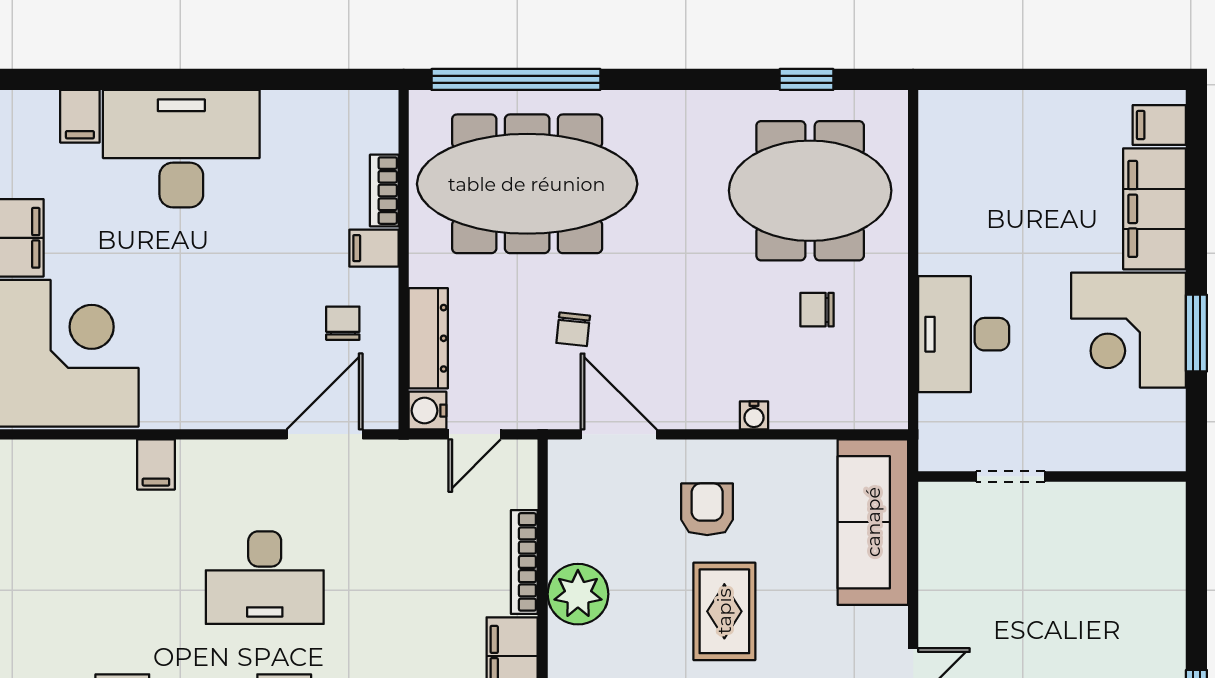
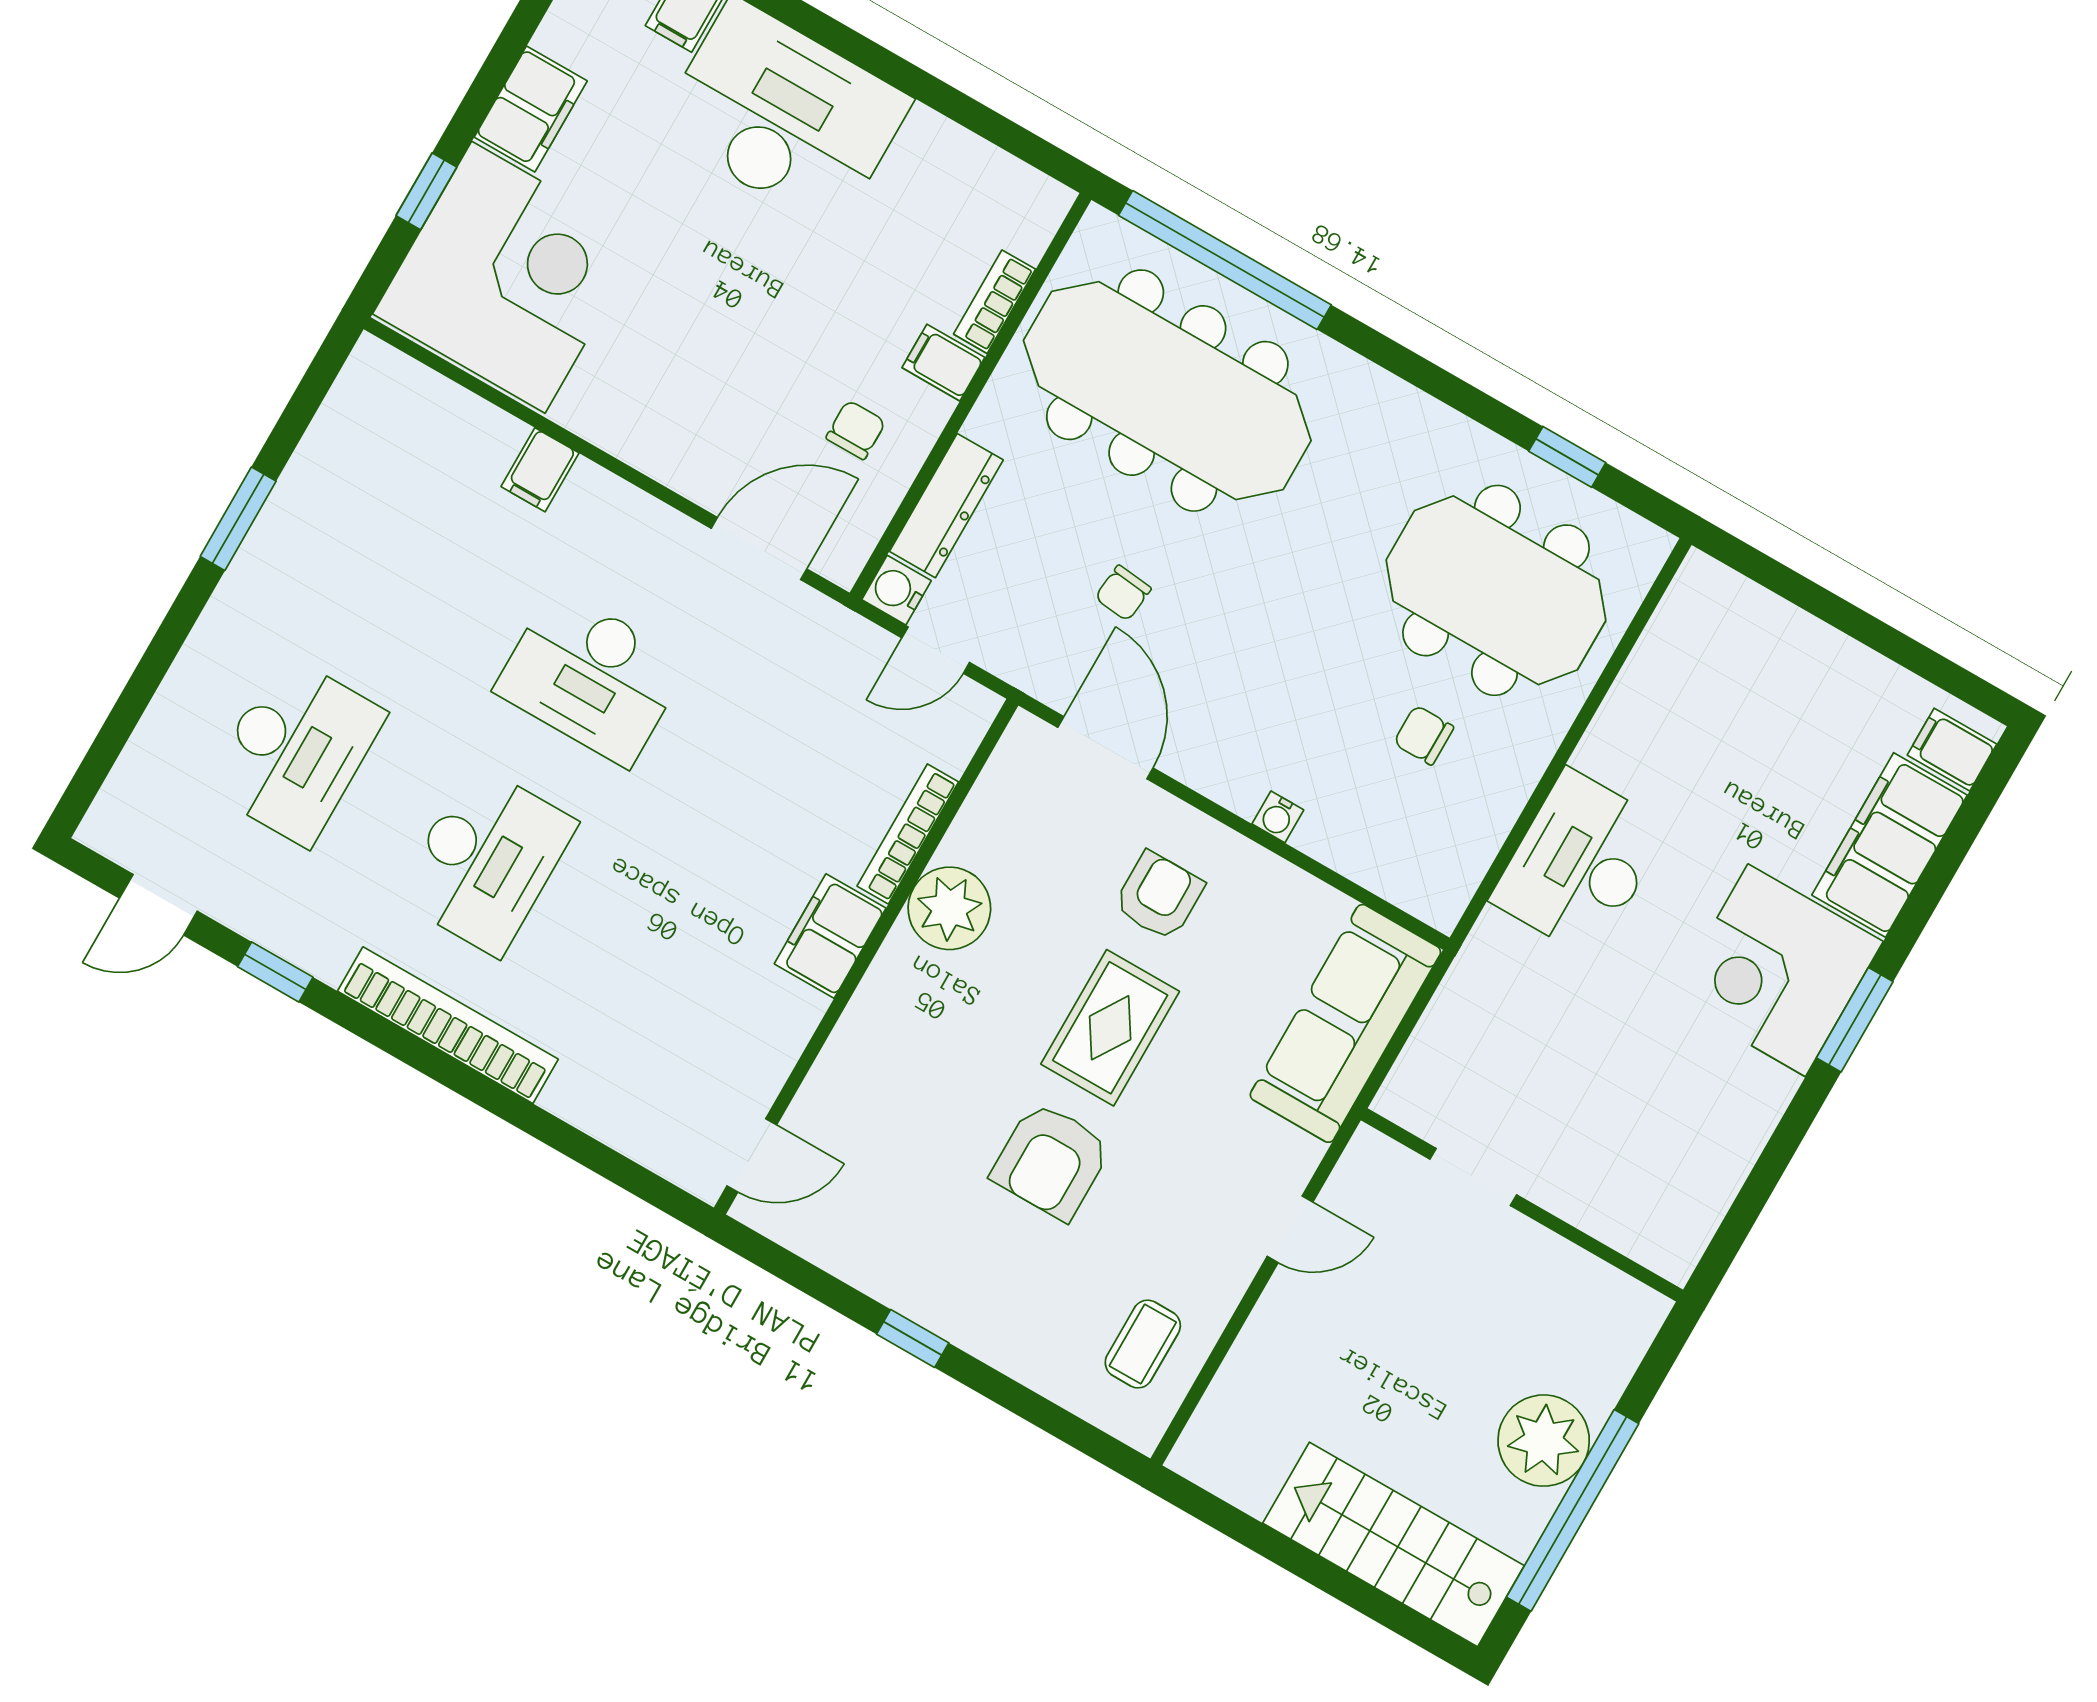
doorway: (1011, 477) -> (1473, 1177), moved
wall: (1052, 477) -> (1522, 1205), moved

